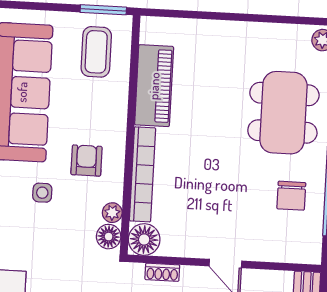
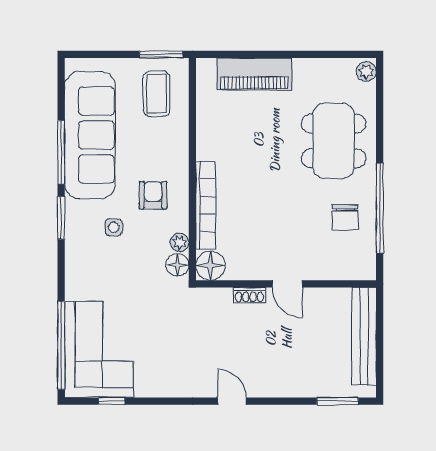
piano: (154, 86) -> (254, 74), moved, turned 90
shoe rack: (162, 272) -> (249, 295), moved

